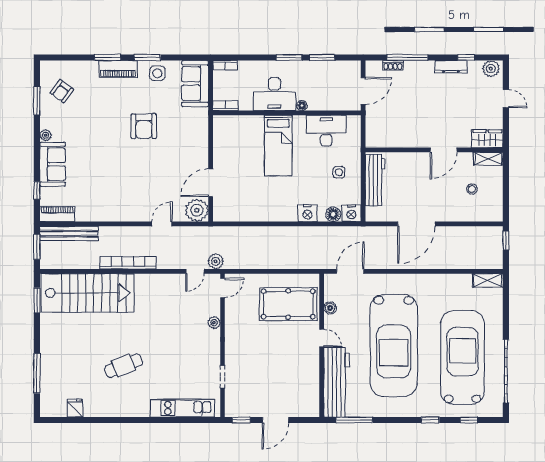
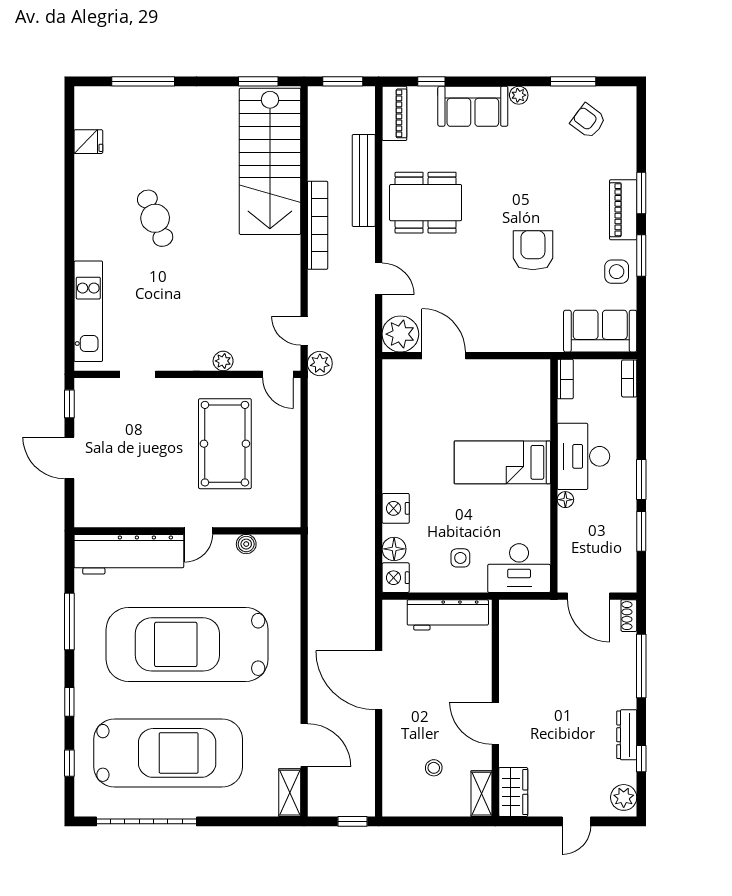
shoe rack: (393, 65) -> (629, 616), moved
armchair: (144, 126) -> (533, 250), turned 90
desk: (326, 131) -> (519, 568), moved, turned 90
dining table: (114, 194) -> (426, 203), added
bench: (69, 233) -> (364, 181), moved
door: (350, 271) -> (304, 745), moved
pool table: (288, 304) -> (225, 444), moved
window: (354, 420) -> (69, 622), moved

